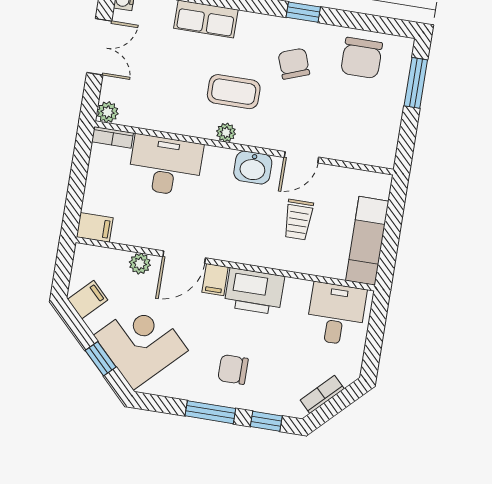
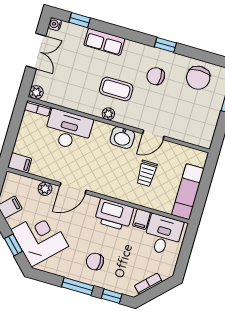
chair: (294, 64) -> (156, 76), turned -70
filing cabinet: (215, 280) -> (142, 219), moved

